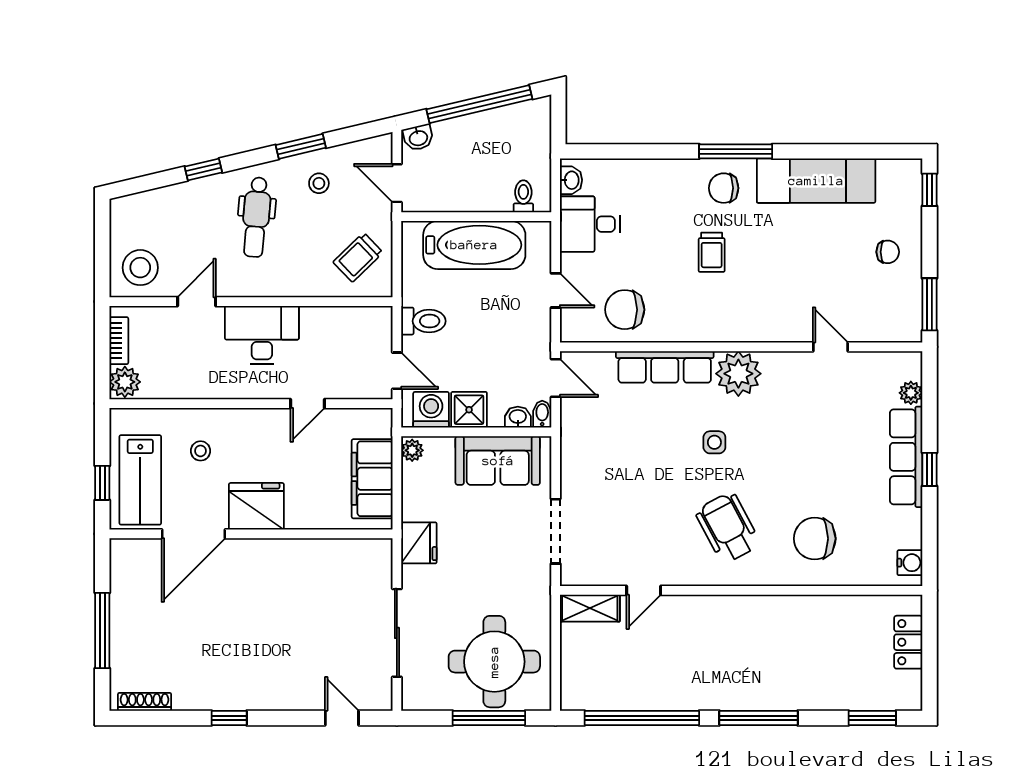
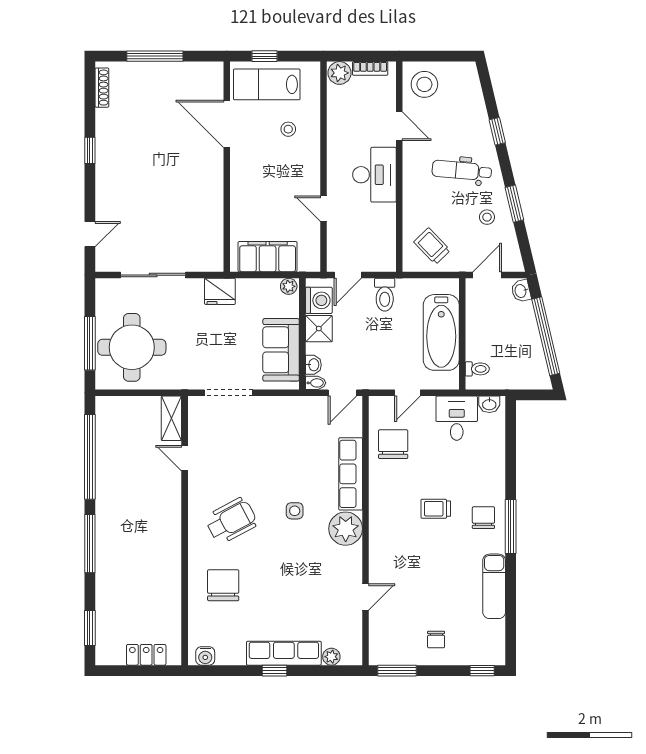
exam couch: (816, 181) -> (494, 586), width x0.73, depth x0.69
fridge: (256, 506) -> (247, 171), removed

